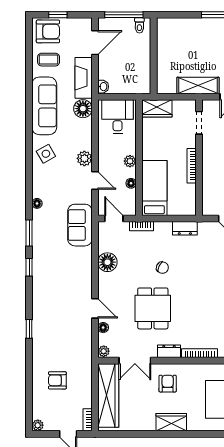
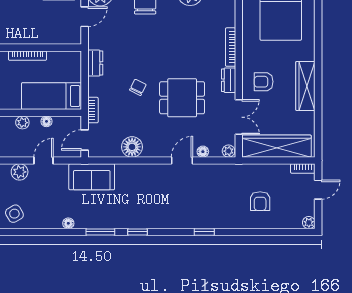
wardrobe: (171, 422) -> (305, 86), width x1.50

